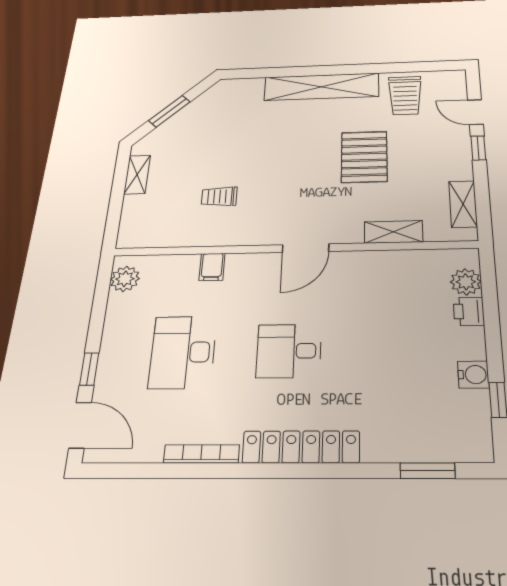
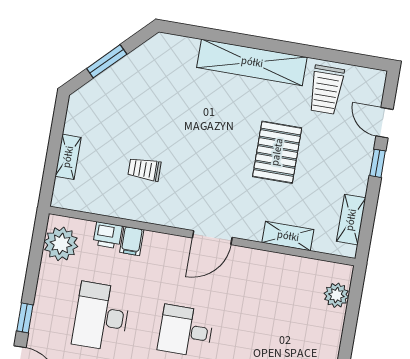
shelving: (137, 175) -> (68, 157), moved
plant: (125, 279) -> (61, 244), width x1.36, depth x1.36
printer: (469, 311) -> (108, 235), moved, turned -90

